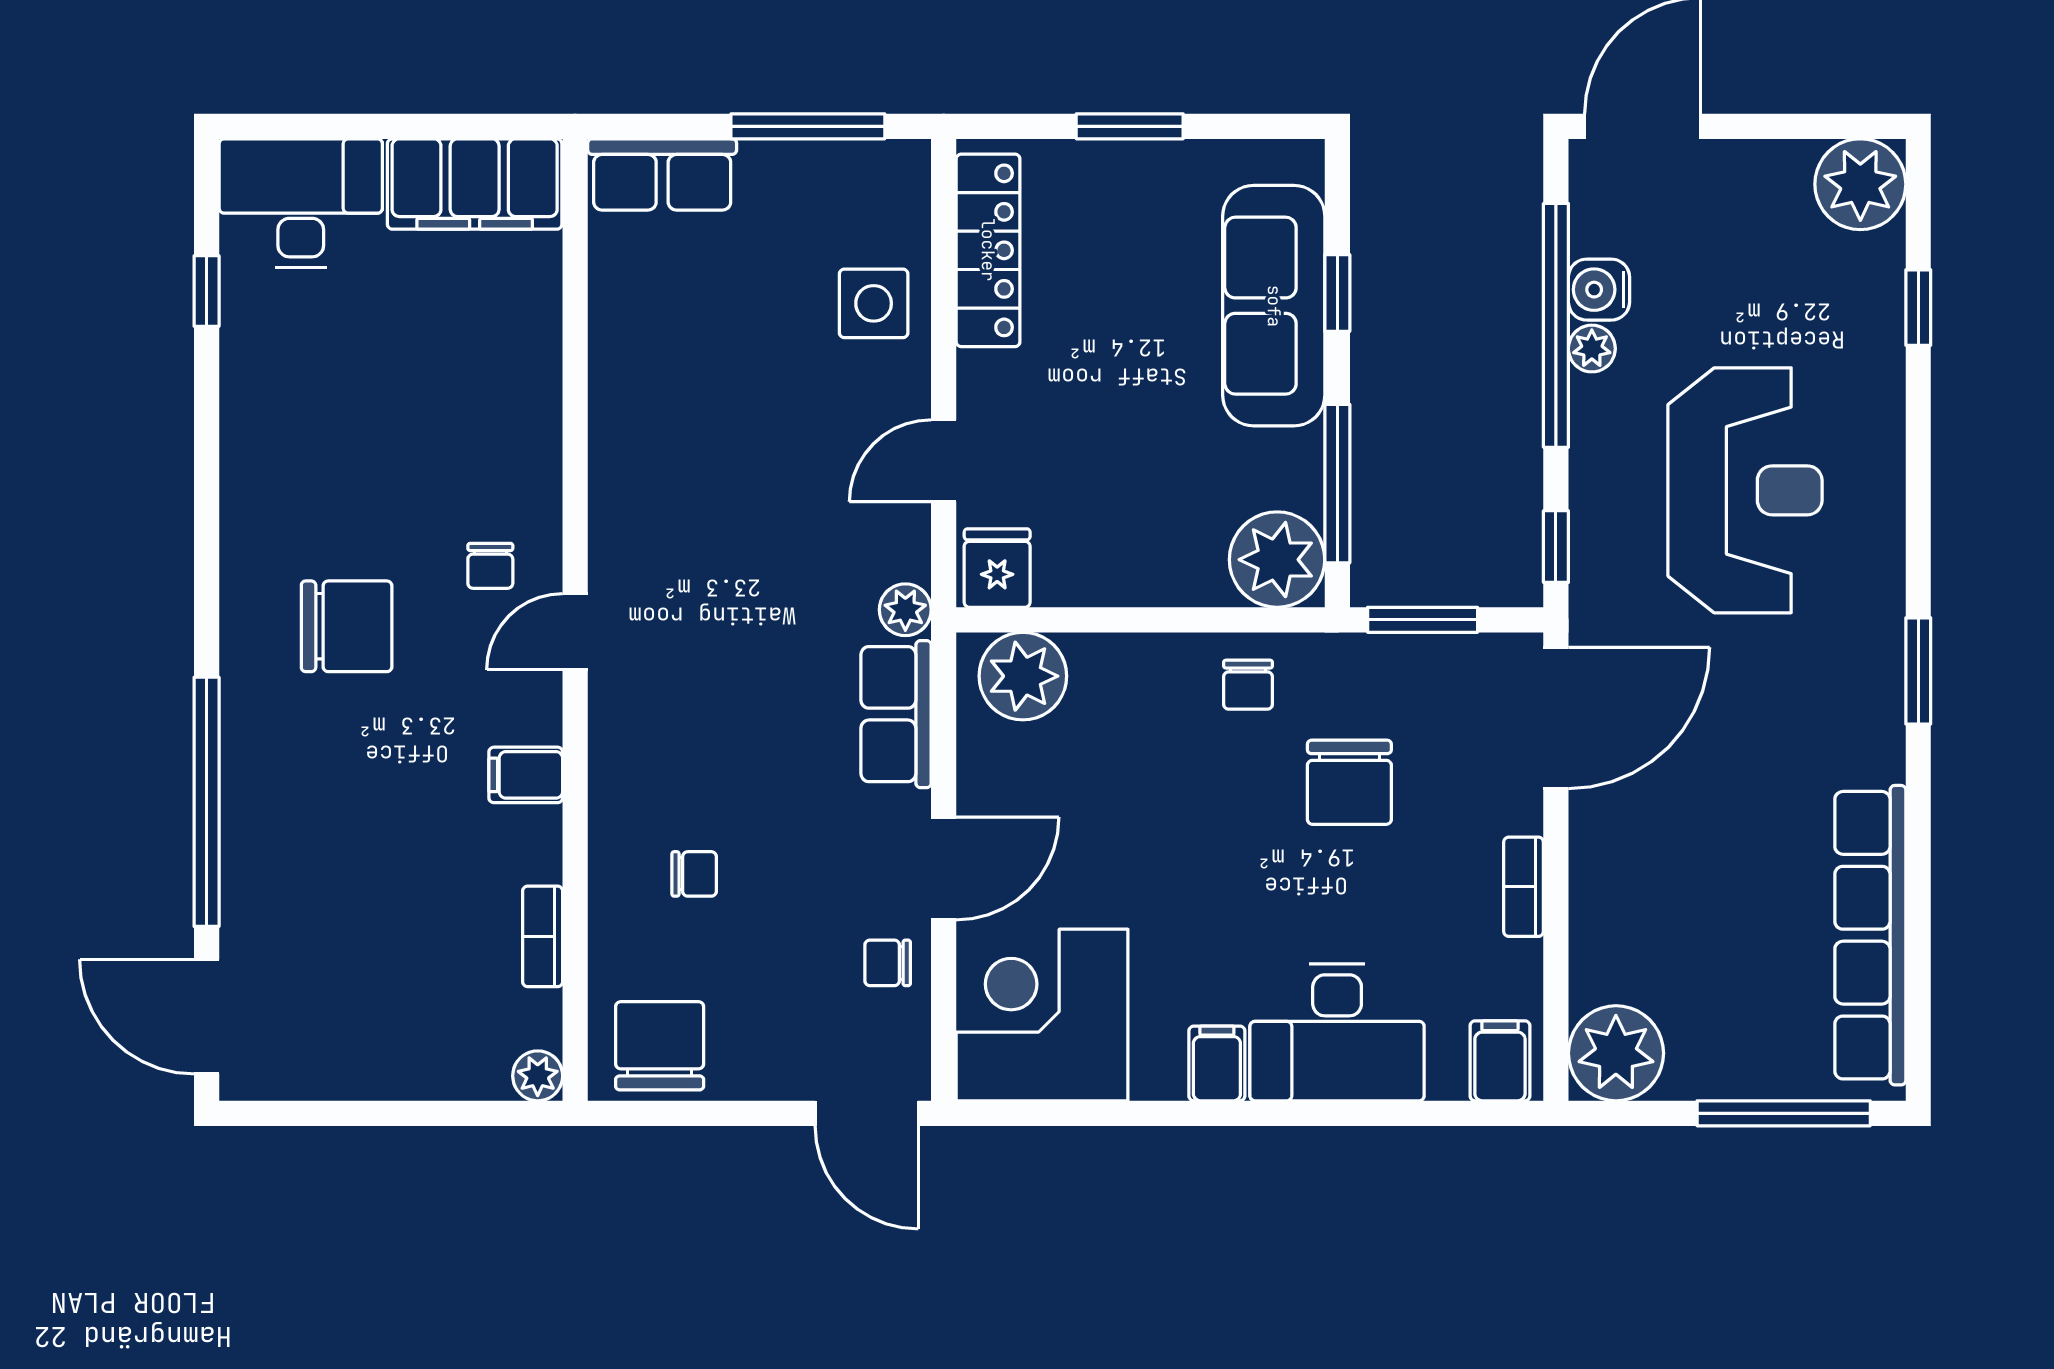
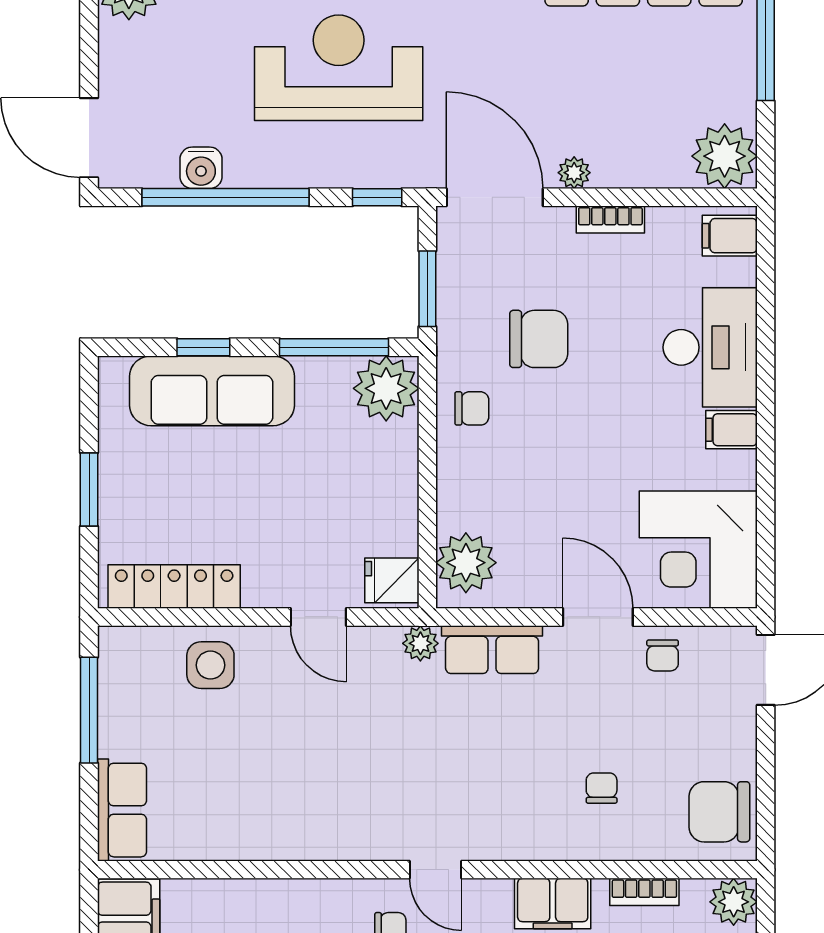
plant: (1592, 349) -> (574, 173), moved
filing cabinet: (526, 775) -> (553, 904), width x2.00
plant: (538, 1076) -> (734, 902), width x1.38, depth x1.38

